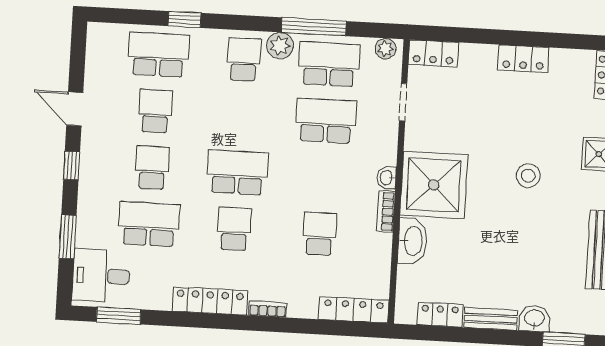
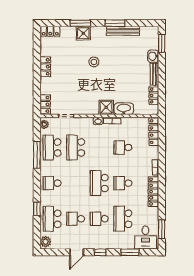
plant: (280, 46) -> (46, 242), moved
shower: (434, 185) -> (106, 107), width x0.54, depth x0.54

